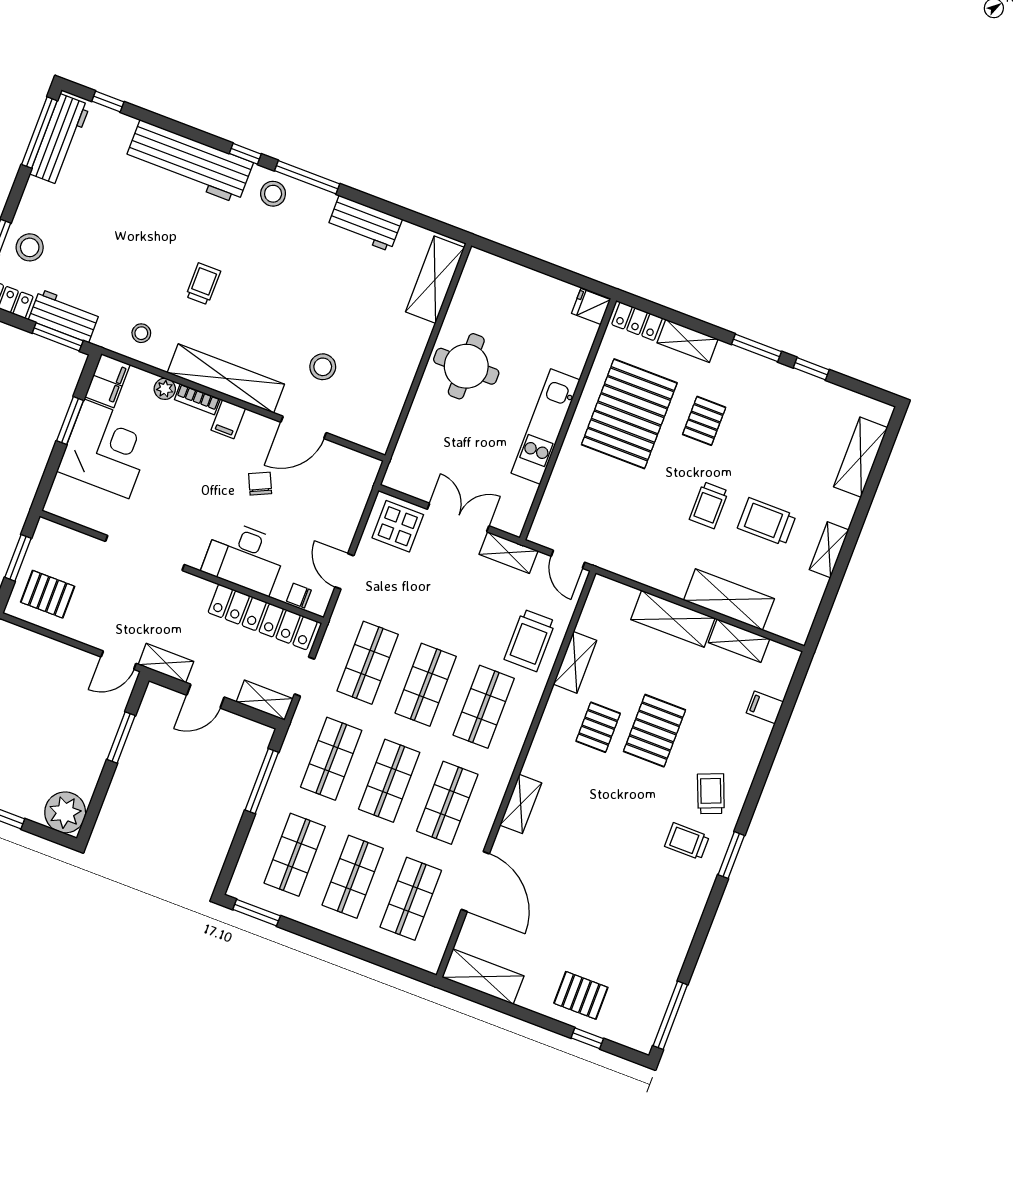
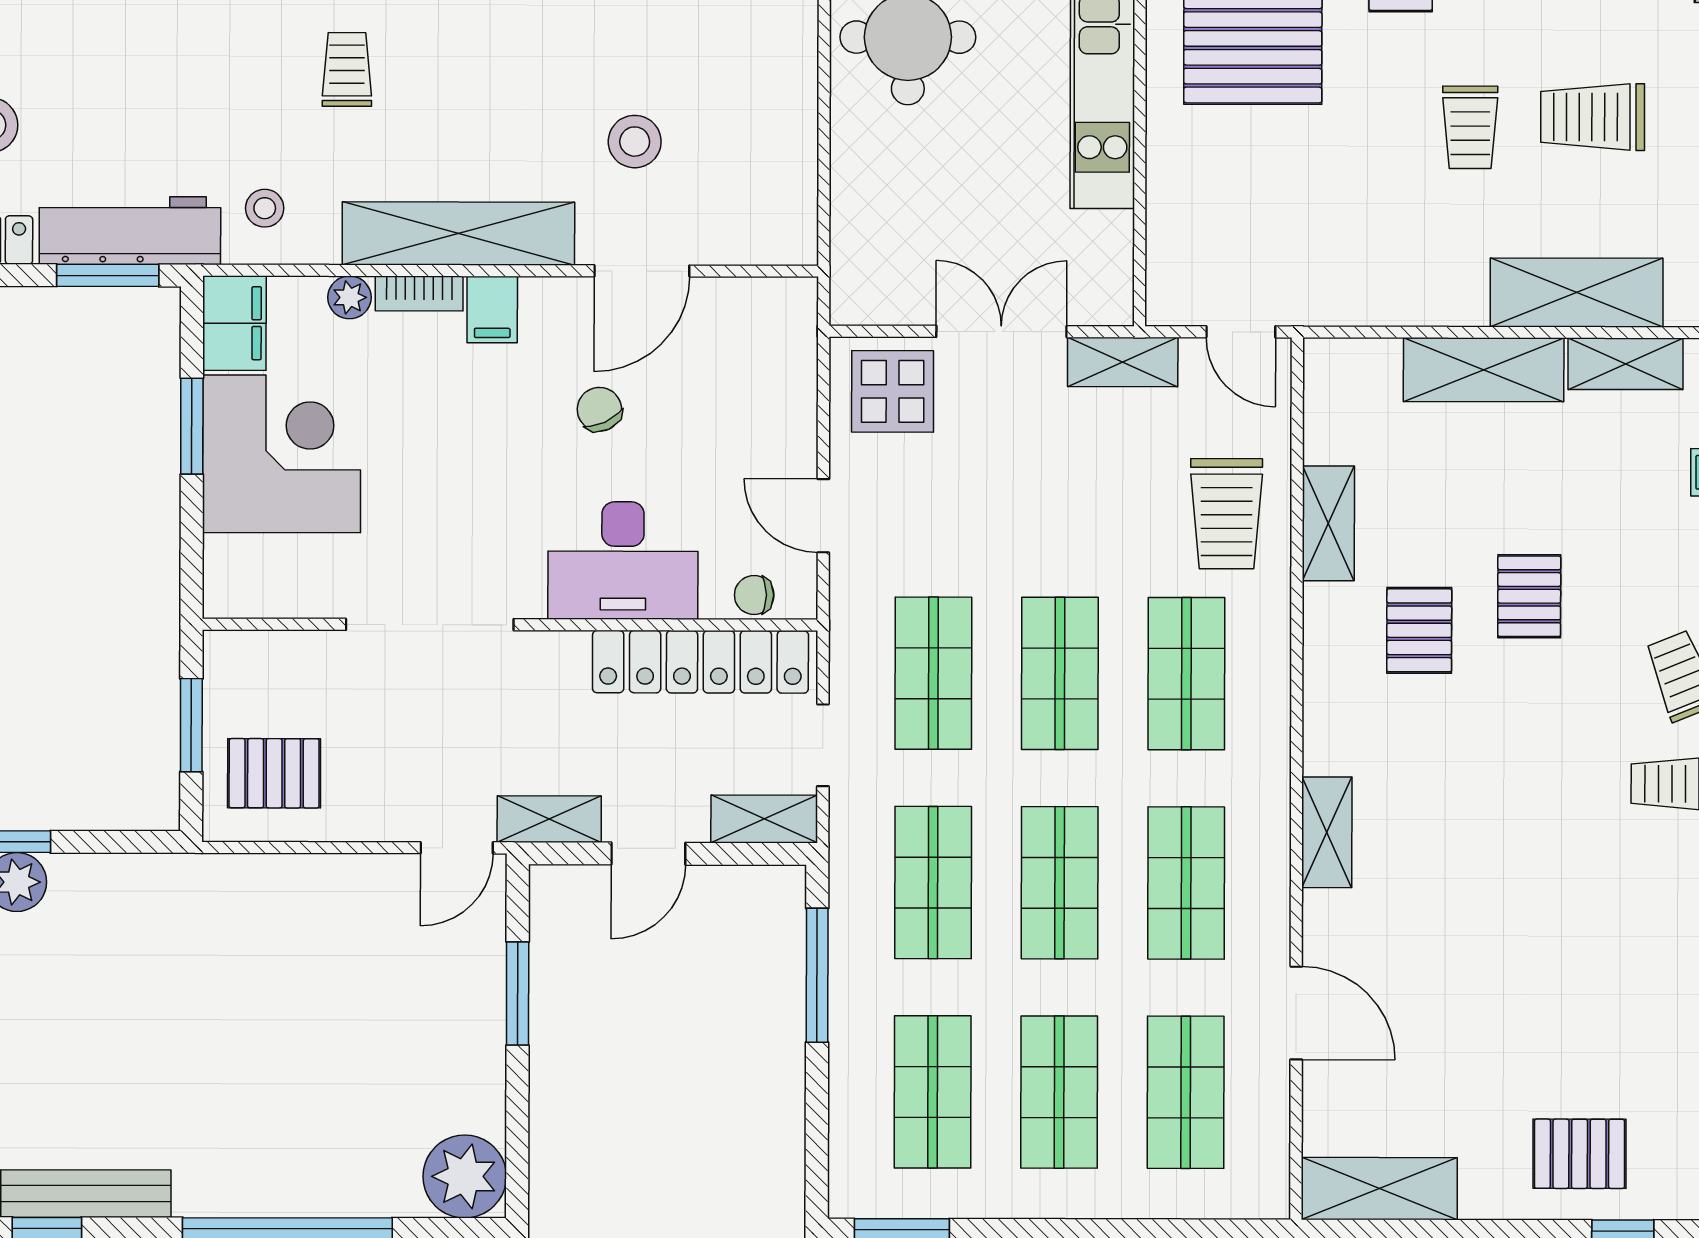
workbench: (64, 316) -> (130, 231), width x1.38
pallet: (655, 731) -> (1529, 596), width x0.67, depth x0.71
door: (475, 882) -> (1296, 1013), width x0.73

